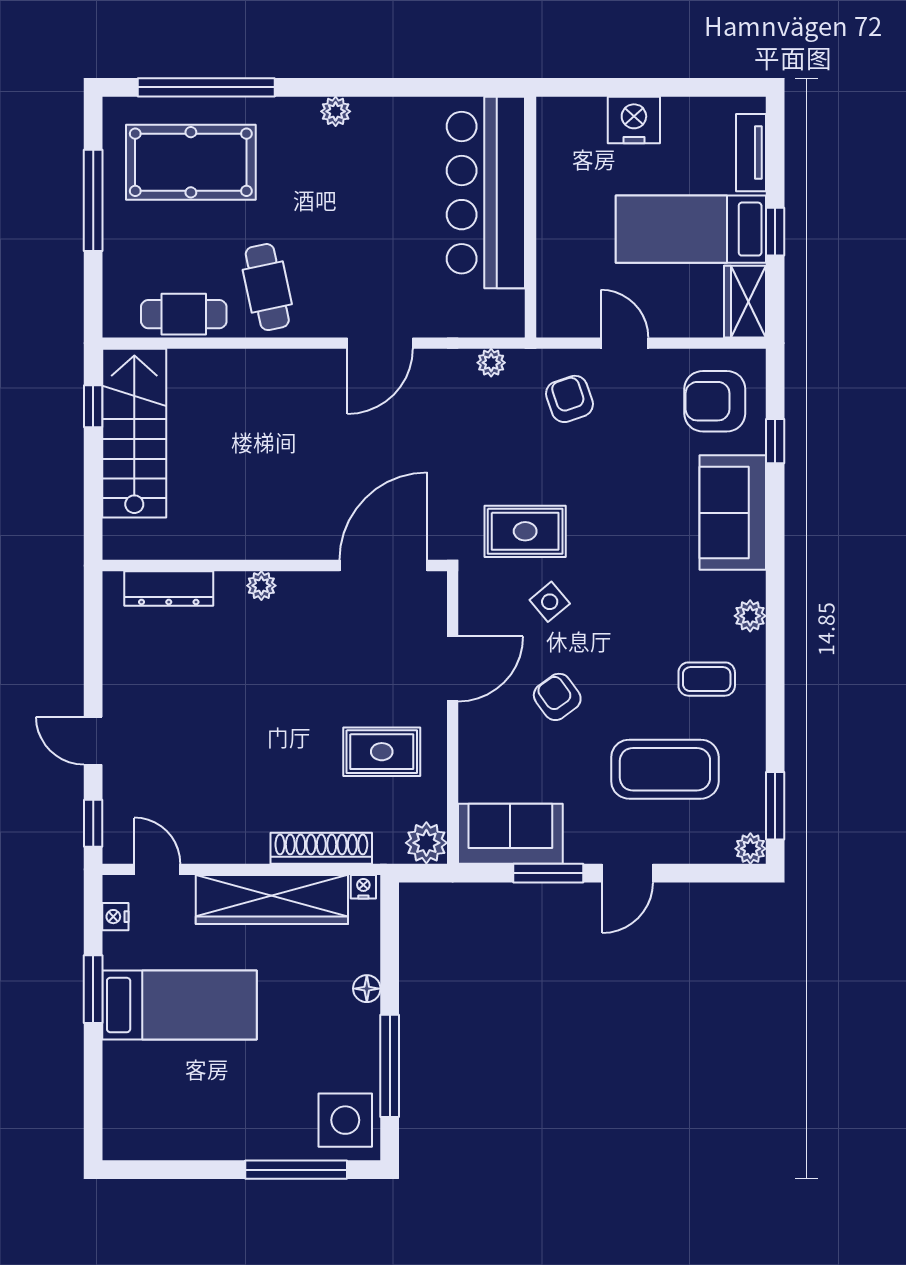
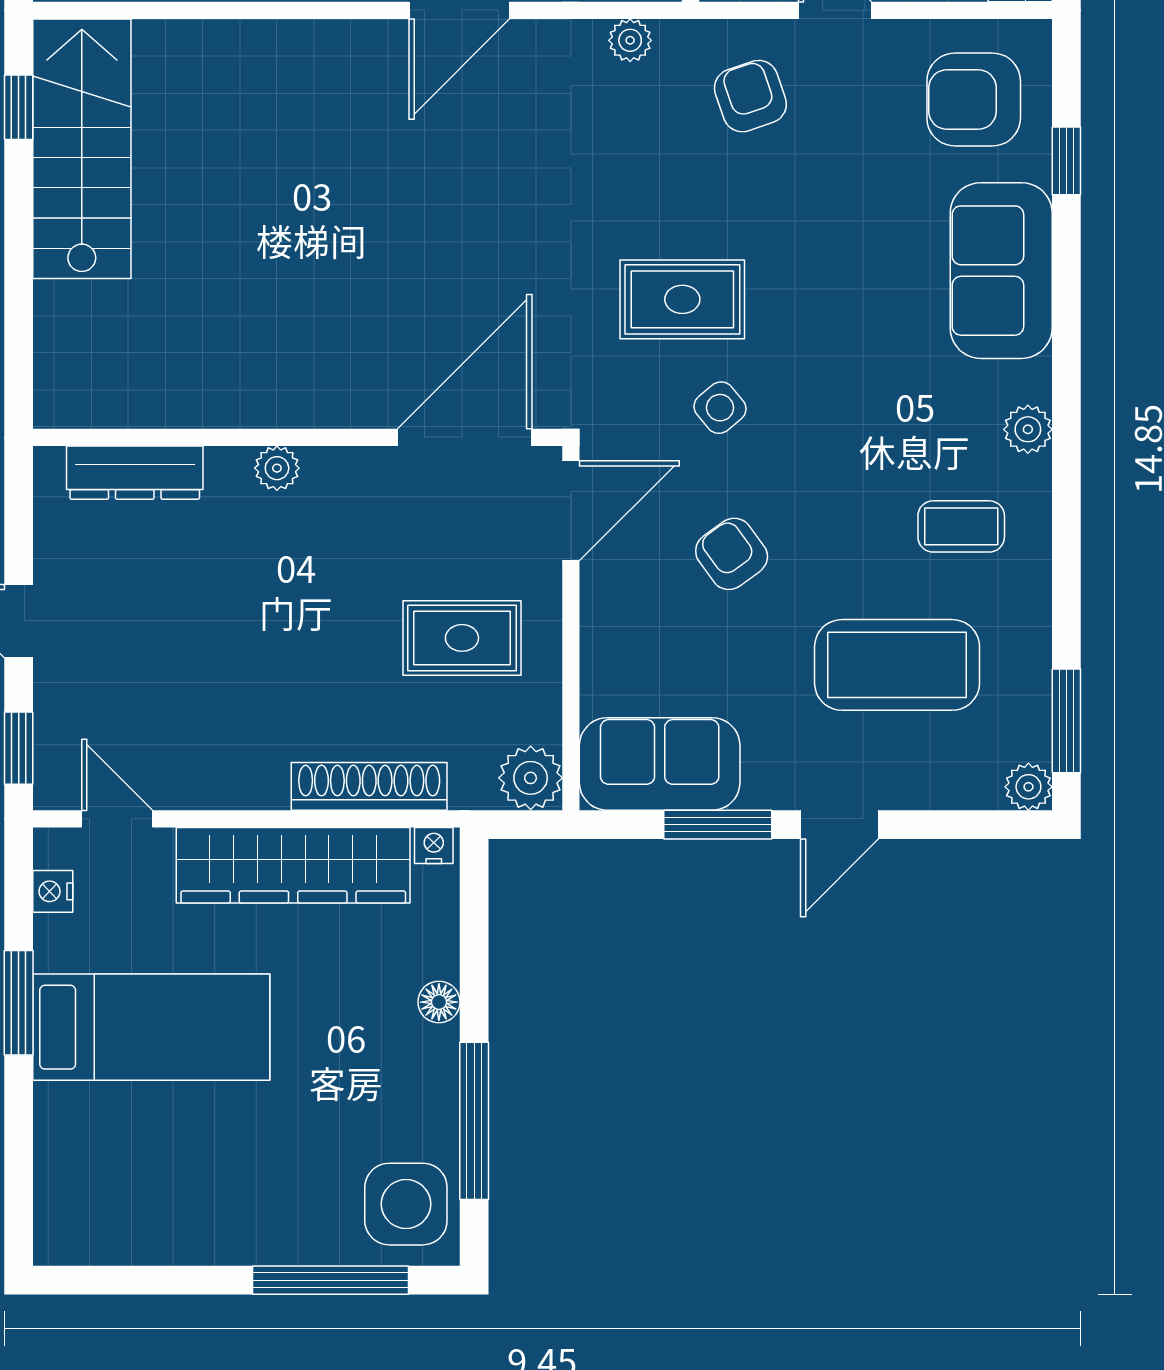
wall: (275, 566) -> (298, 437), moved
door: (383, 566) -> (465, 437), moved
plant: (261, 586) -> (277, 468), moved
dresser: (169, 588) -> (135, 473), moved

